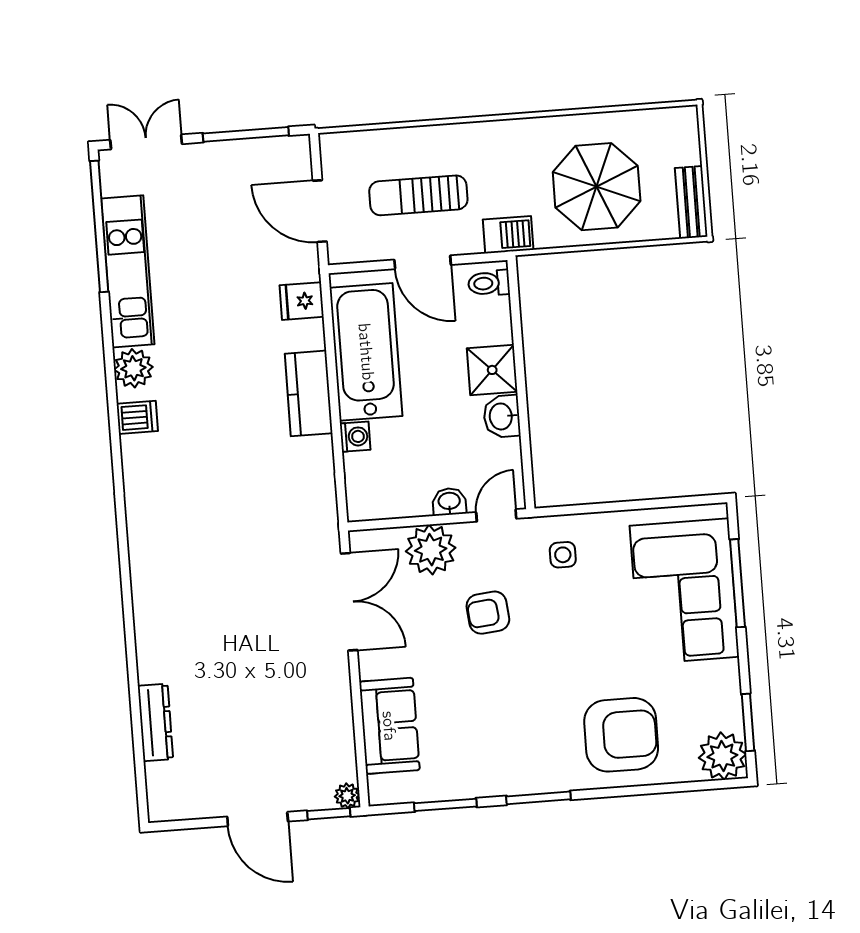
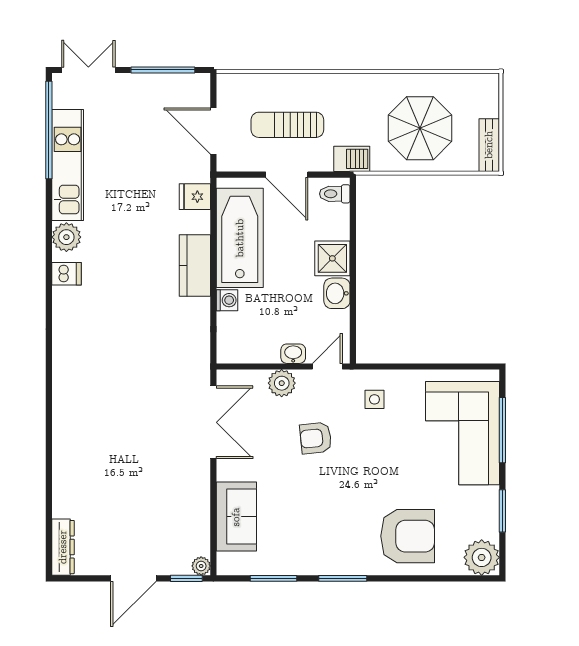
plant: (431, 550) -> (282, 383), width x0.73, depth x0.73
dresser: (155, 722) -> (63, 547), moved
window: (748, 722) -> (502, 511), moved
door: (258, 819) -> (133, 578), hinge flipped

